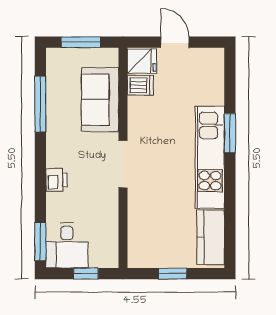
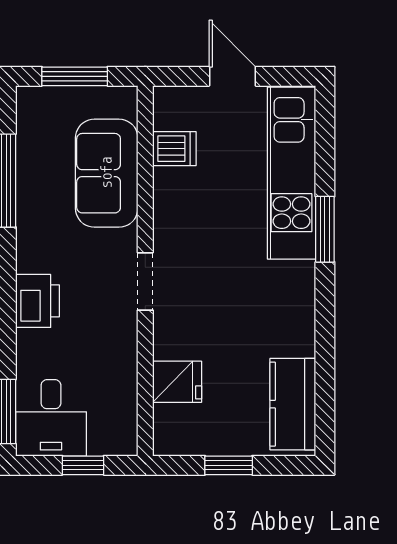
fridge: (142, 61) -> (177, 382), moved
kitchen unit: (210, 157) -> (291, 173), moved
doorway: (123, 164) -> (145, 281), width x0.73
printer: (56, 180) -> (37, 301), width x1.36, depth x1.24

